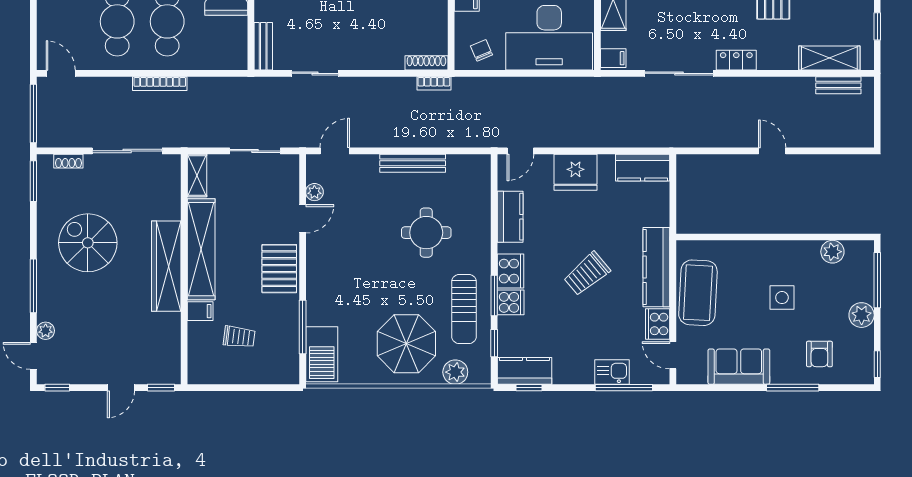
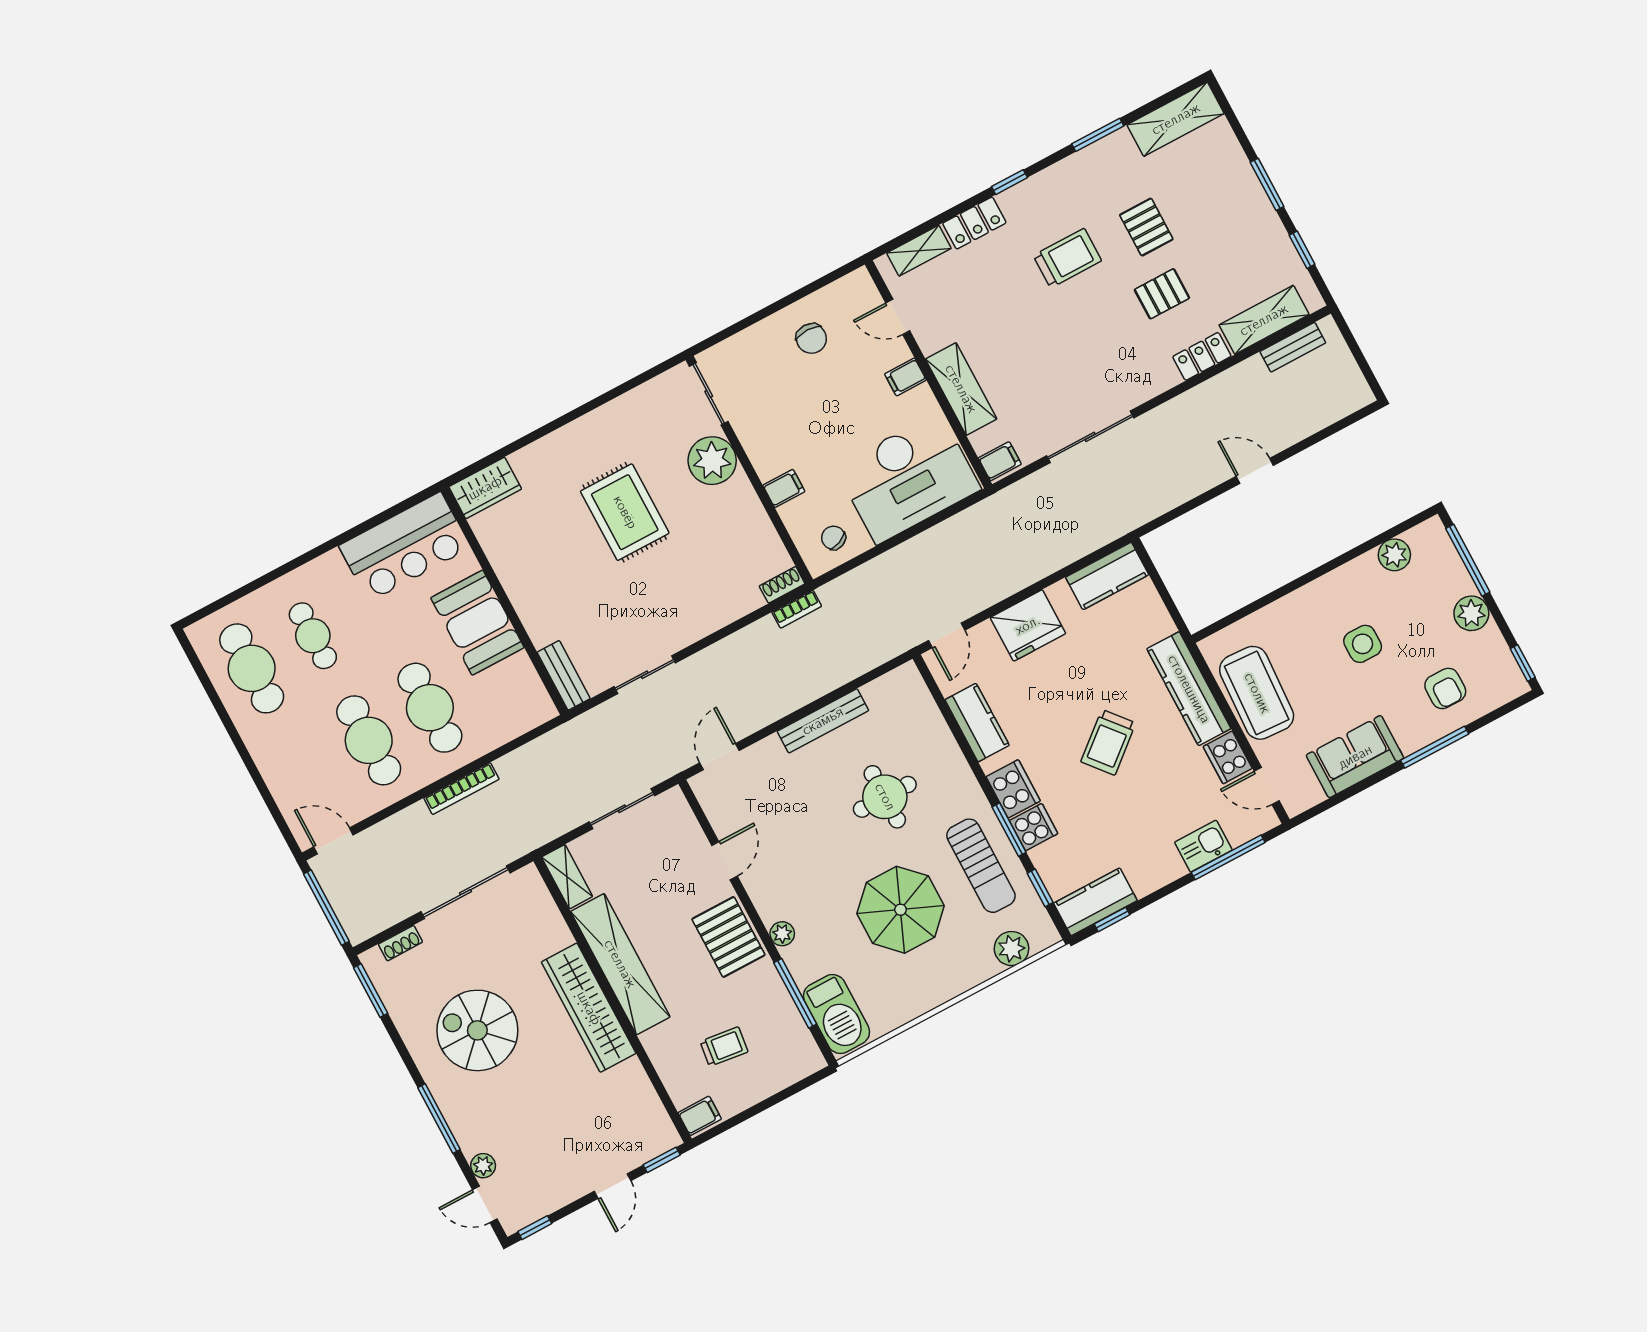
locker: (736, 60) -> (1202, 356), moved
shoe rack: (426, 63) -> (782, 585), width x0.70
plant: (314, 192) -> (782, 934), moved
filing cabinet: (200, 311) -> (700, 1116), moved
parasol: (406, 344) -> (901, 910), moved

